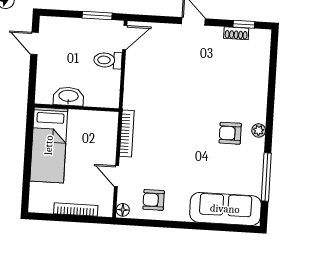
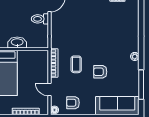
armchair: (230, 133) -> (100, 72), moved
coffee table: (163, 138) -> (76, 64), added

